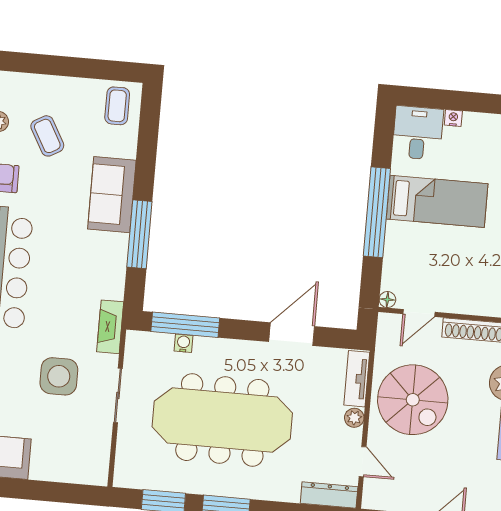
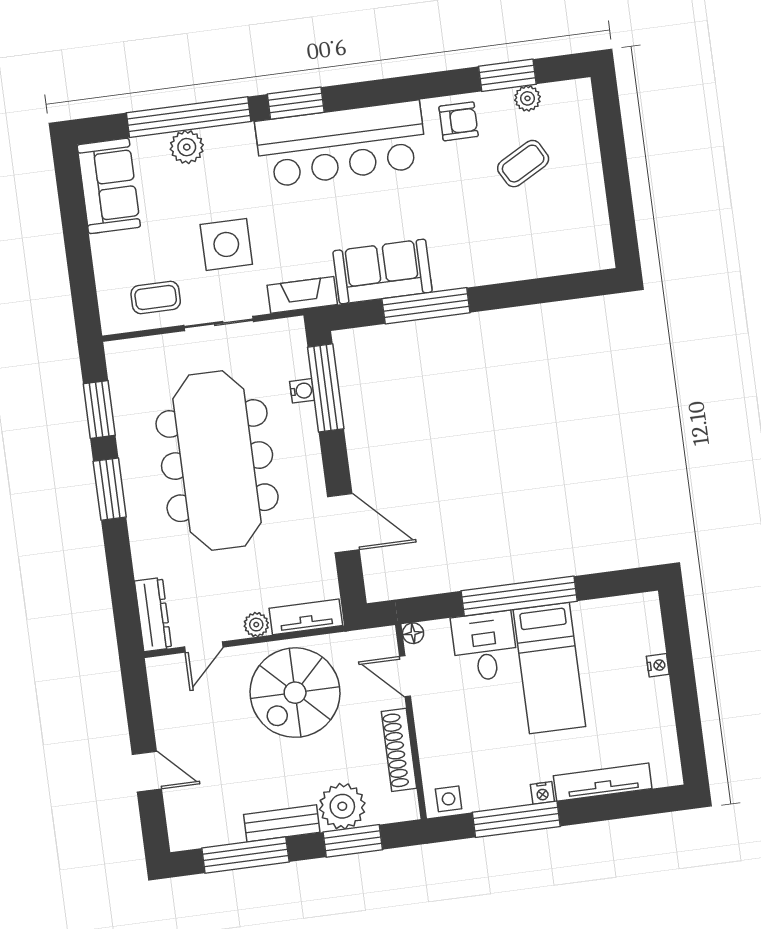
coffee table: (117, 106) -> (156, 297), moved
desk: (418, 133) -> (485, 646), moved, turned -90
sofa: (112, 195) -> (383, 271), moved

